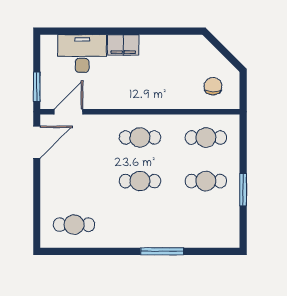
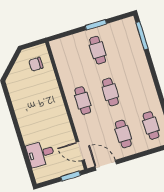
filing cabinet: (123, 45) -> (27, 129), removed
desk: (82, 54) -> (41, 154), width x0.73
cafe table: (206, 137) -> (123, 134), moved
window: (162, 251) -> (142, 36), moved

